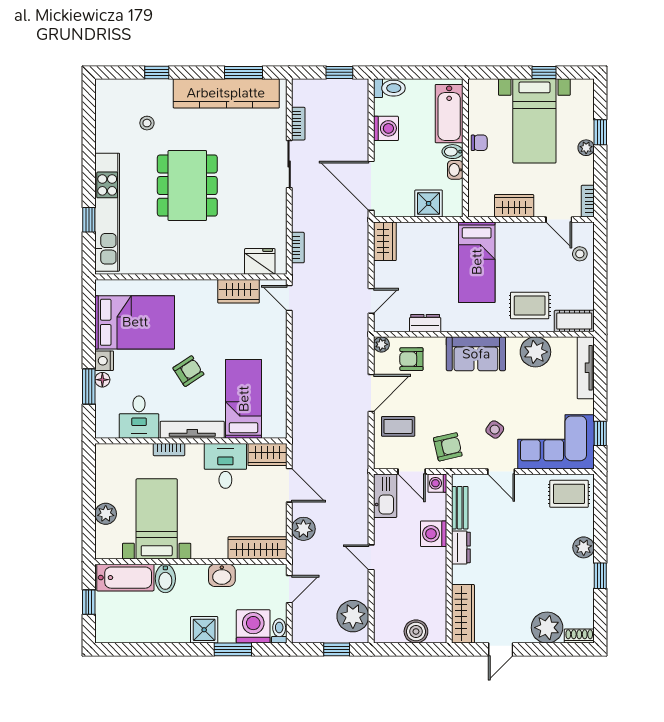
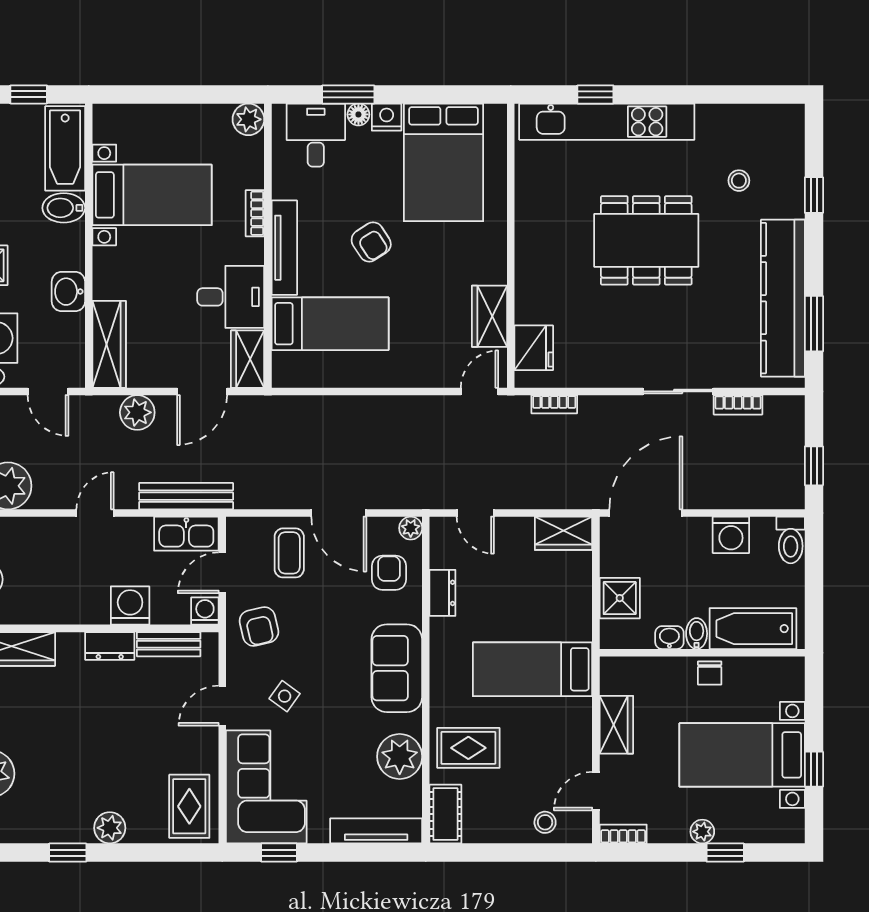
rug: (530, 306) -> (468, 748), turned 90
desk: (139, 417) -> (316, 135), moved, turned 90
bench: (360, 496) -> (186, 496), added
plant: (106, 514) -> (248, 119), moved

